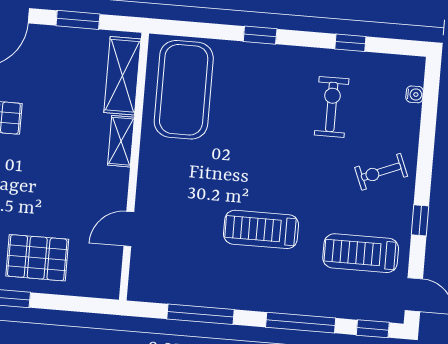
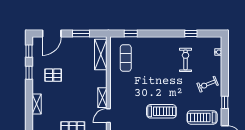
window: (260, 35) -> (131, 34), moved
exercise mat: (184, 90) -> (126, 58), width x0.50, depth x0.69
shelving: (121, 141) -> (102, 98), moved
treadmill: (261, 229) -> (161, 111), turned 180

